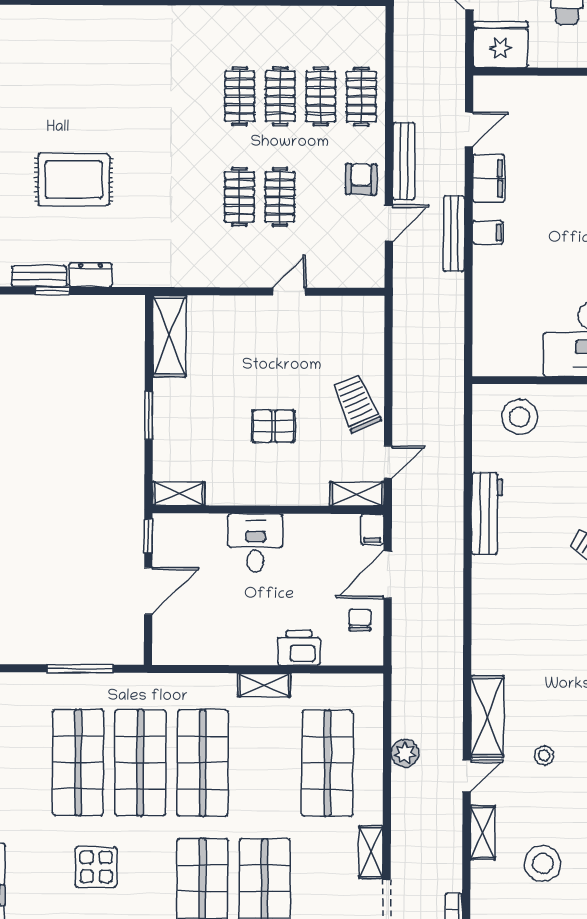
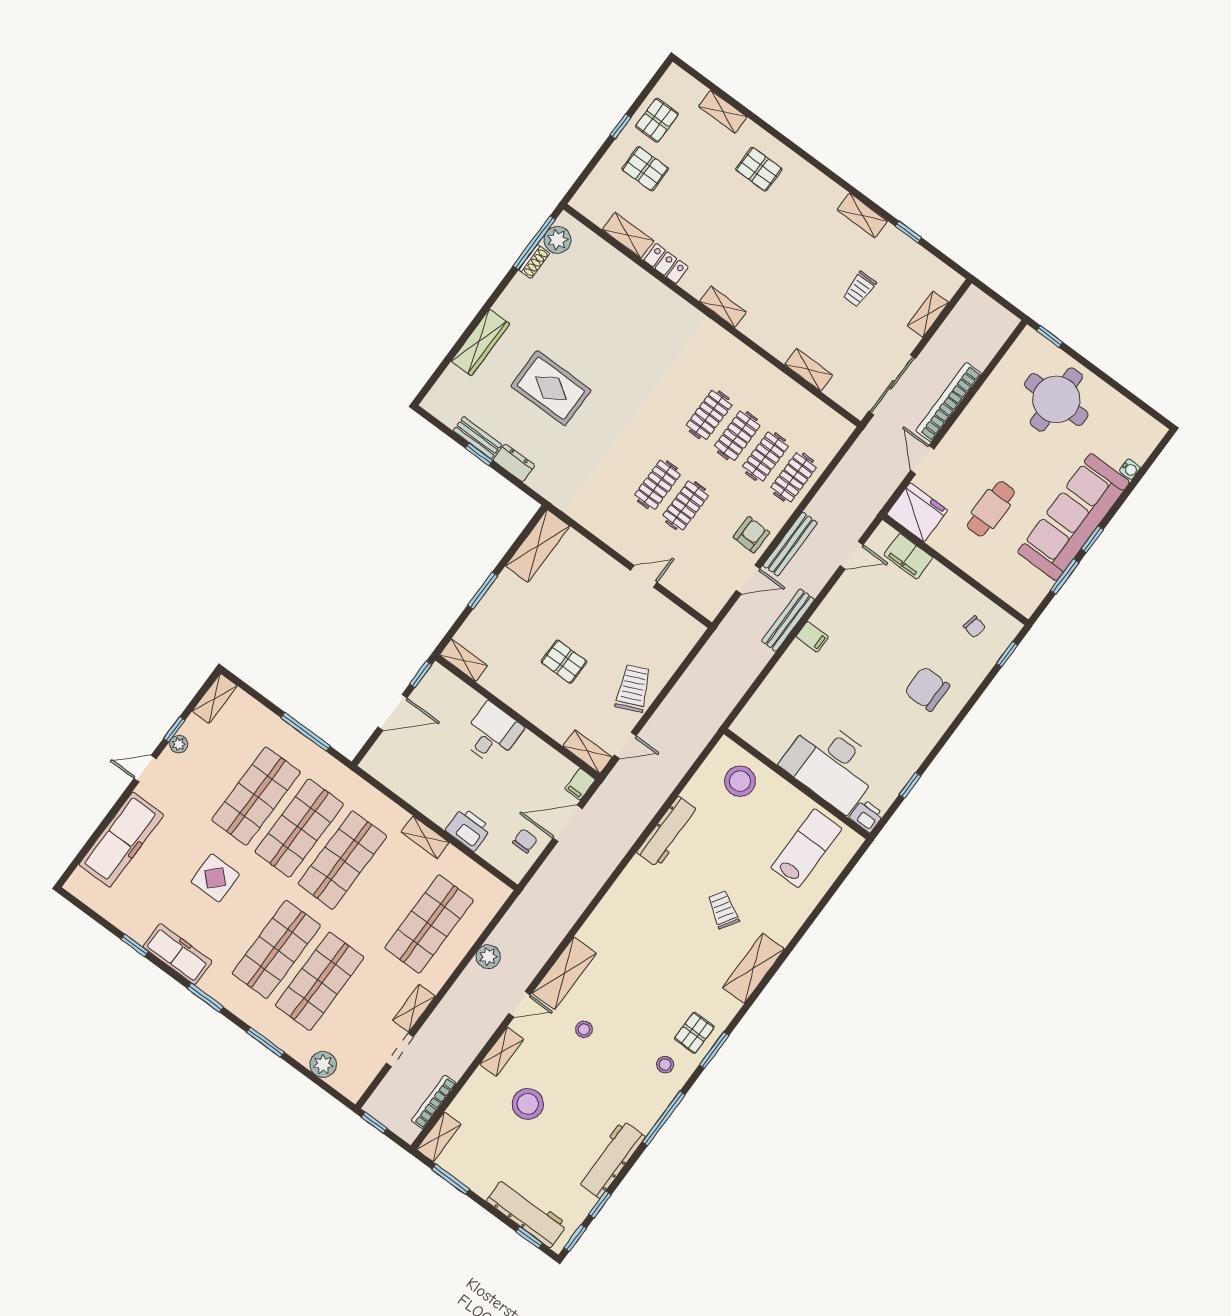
filing cabinet: (489, 178) -> (908, 556), moved, turned 90

